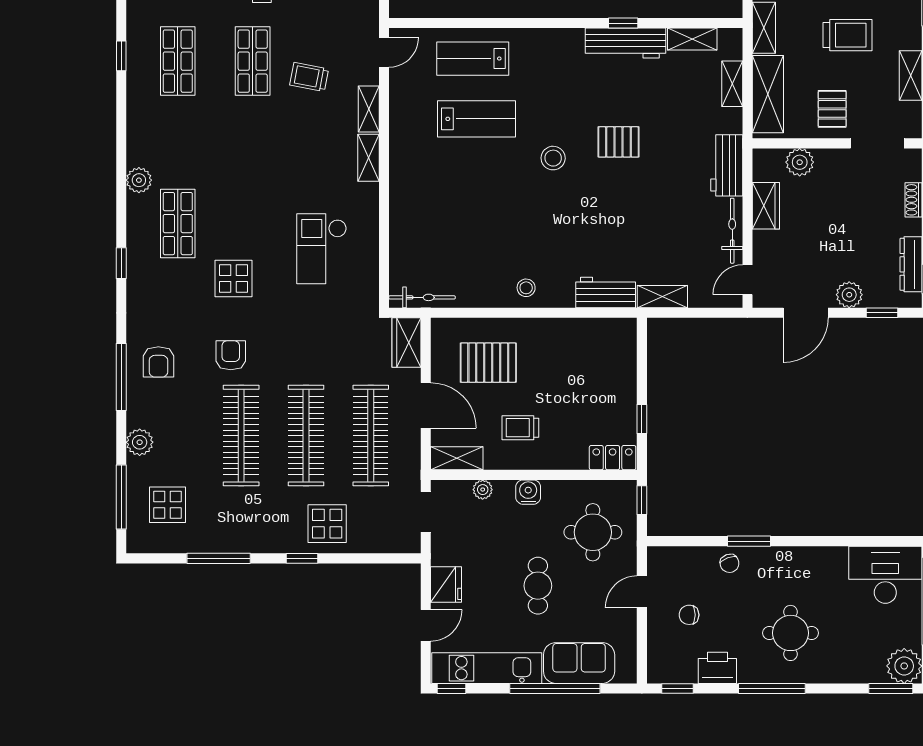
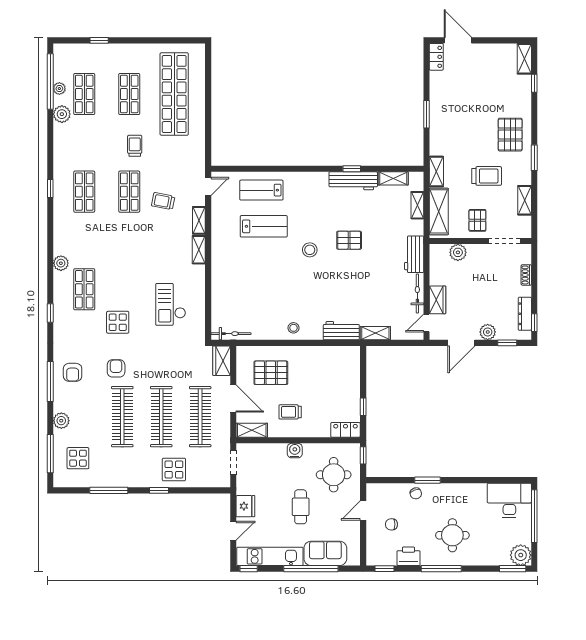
wardrobe: (766, 206) -> (438, 300), moved
plant: (483, 490) -> (267, 449), removed

